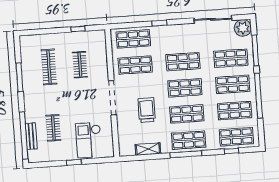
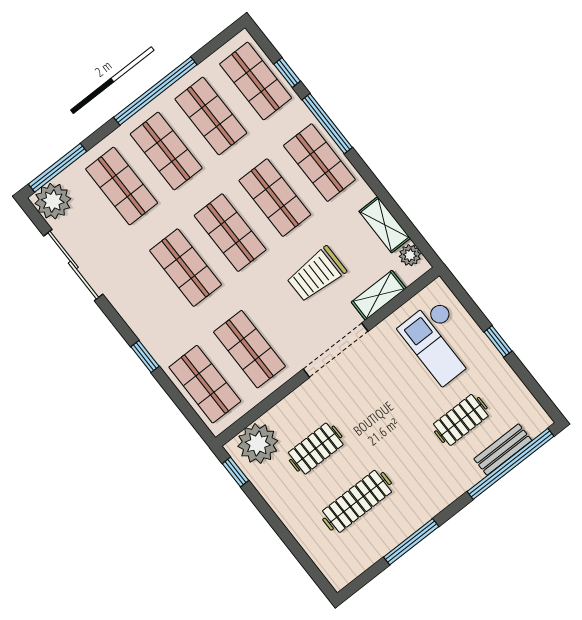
window: (78, 29) -> (236, 472), moved
plant: (97, 44) -> (258, 444), added
window: (255, 50) -> (57, 168), moved
shelving: (122, 129) -> (379, 295), added
checkout: (89, 140) -> (440, 342), turned 90
plant: (130, 151) -> (410, 255), added
window: (186, 154) -> (327, 124), moved

